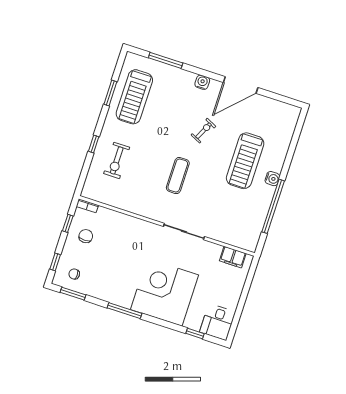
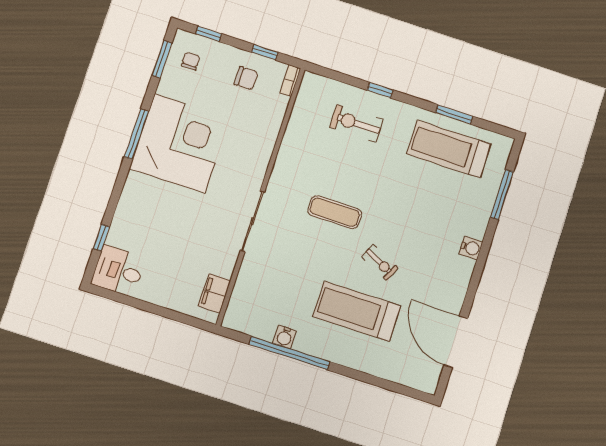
door: (241, 85) -> (456, 342), moved
exercise bike: (203, 131) -> (380, 262), moved
water cooler: (272, 179) -> (285, 337), moved
corner desk: (165, 292) -> (180, 143), moved

